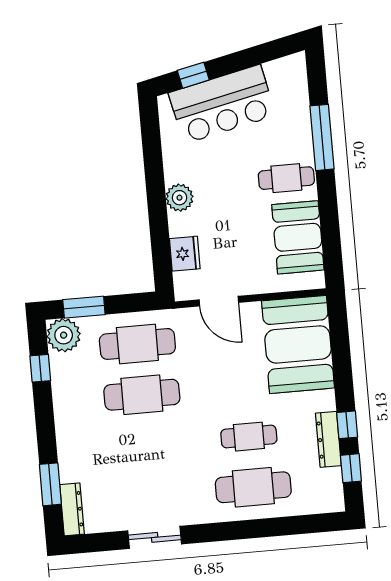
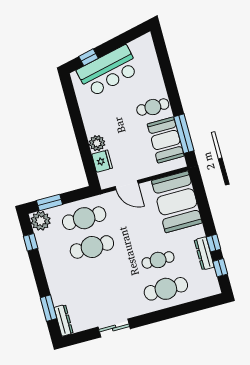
window: (322, 137) -> (184, 134), moved
plant: (180, 198) -> (97, 143), moved

